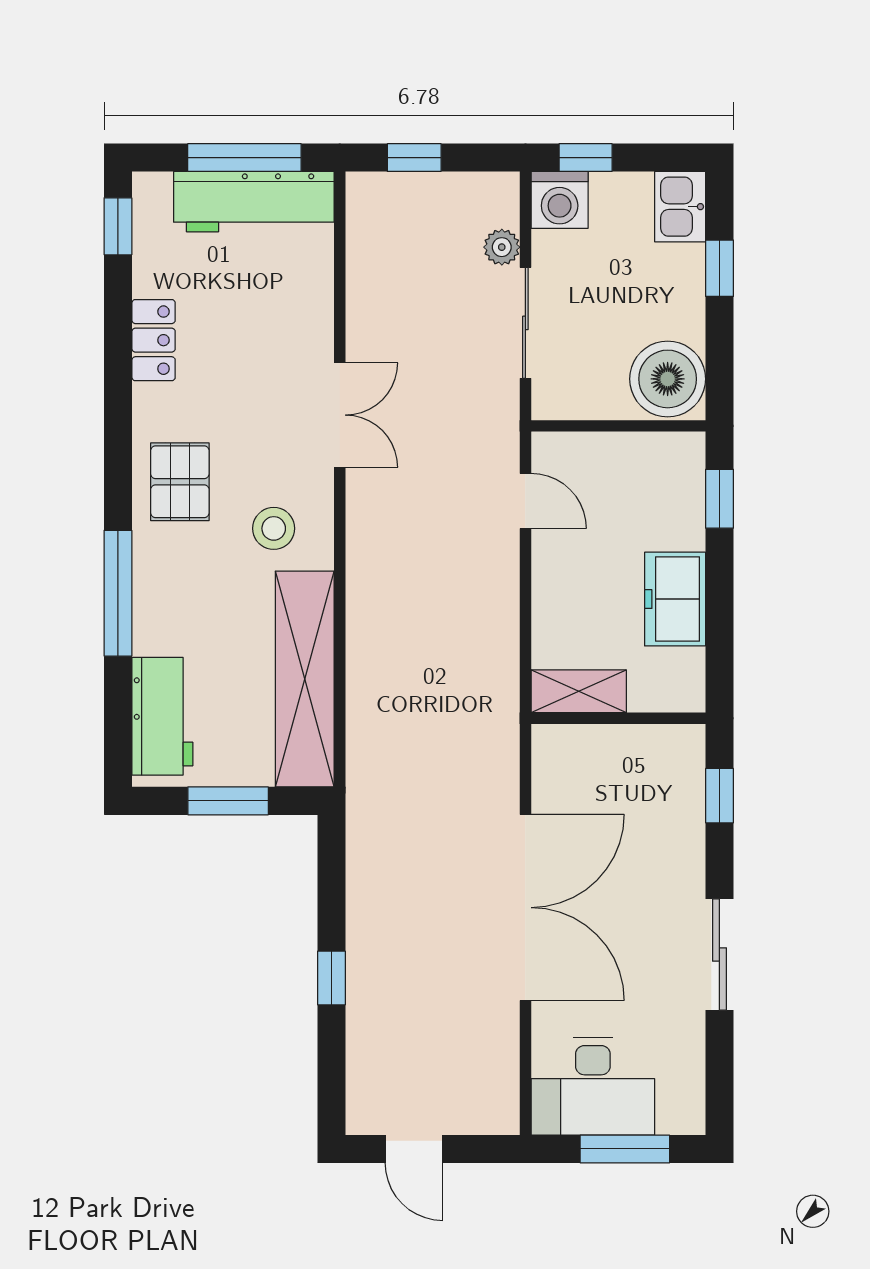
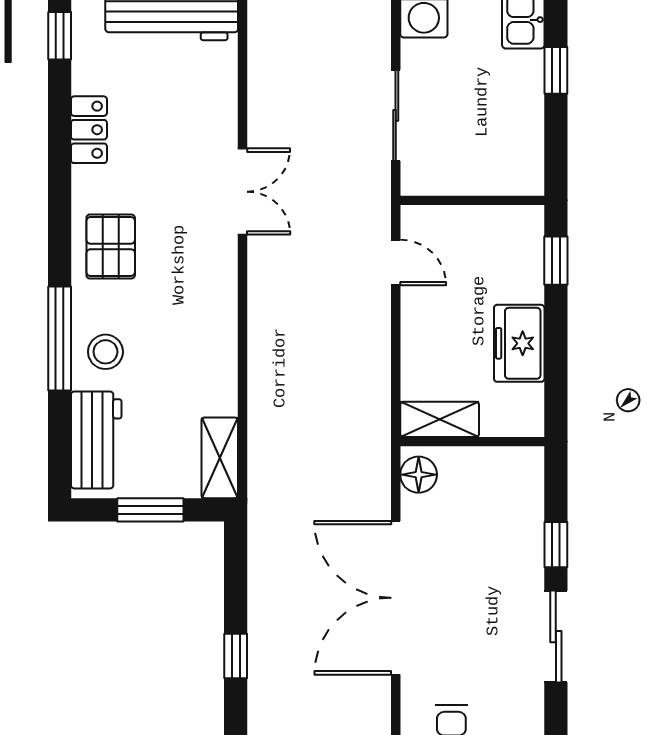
plant: (502, 247) -> (376, 53), removed
boiler: (668, 379) -> (513, 162), removed
stool: (274, 528) -> (105, 352), moved
shelving: (305, 679) -> (220, 458), width x0.45, depth x0.75
floor lamp: (553, 758) -> (419, 475), added
window: (719, 796) -> (556, 545), moved
double door: (525, 908) -> (396, 598), swing flipped

